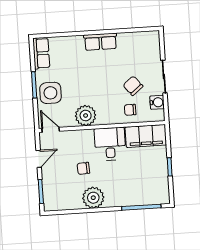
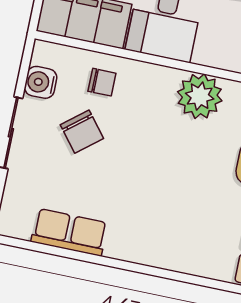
row of seats: (100, 42) -> (69, 232), moved

